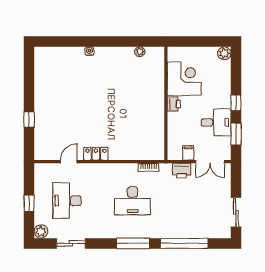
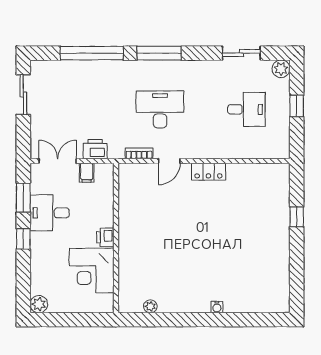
door: (69, 162) -> (169, 161), moved
desk: (67, 201) -> (246, 109), width x0.73

